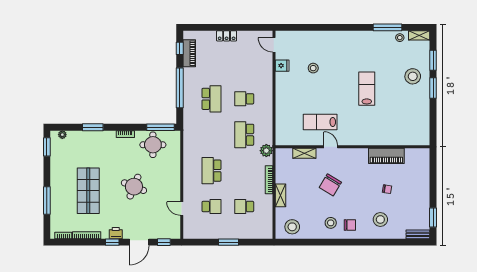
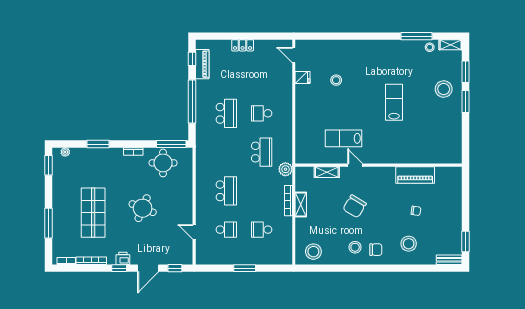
school desk: (244, 135) -> (262, 152), turned 180
school desk: (212, 171) -> (226, 191), turned 180
shelving: (280, 195) -> (301, 205), moved

